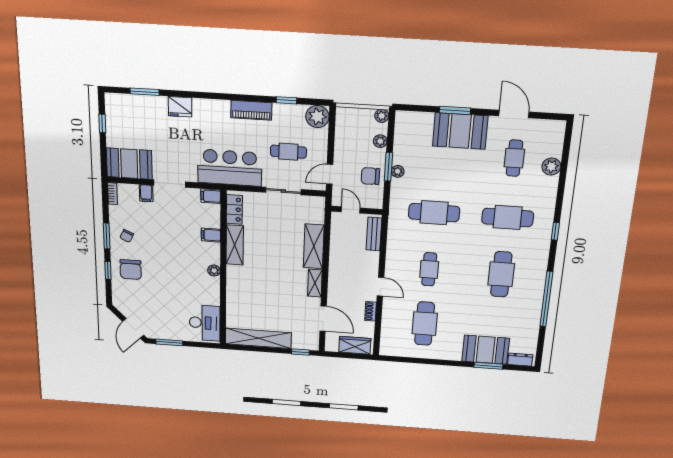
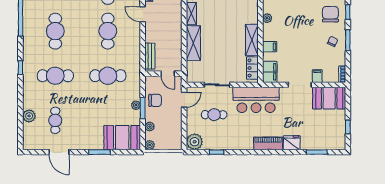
piano: (251, 110) -> (268, 143), moved
booth: (460, 131) -> (122, 138), moved
filing cabinet: (211, 196) -> (270, 72), width x2.00
cafe table: (429, 269) -> (108, 31), width x1.37, depth x1.35

